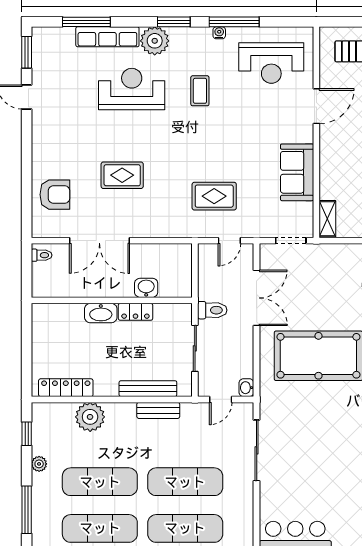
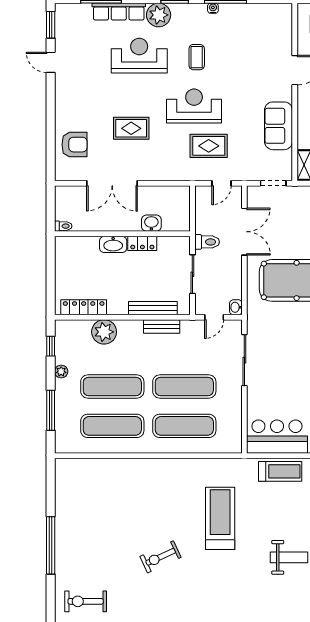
reception desk: (271, 63) -> (194, 106), moved, turned 180
toilet: (42, 255) -> (63, 226), moved

